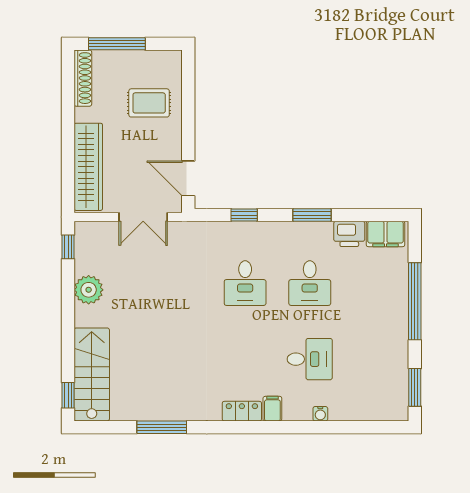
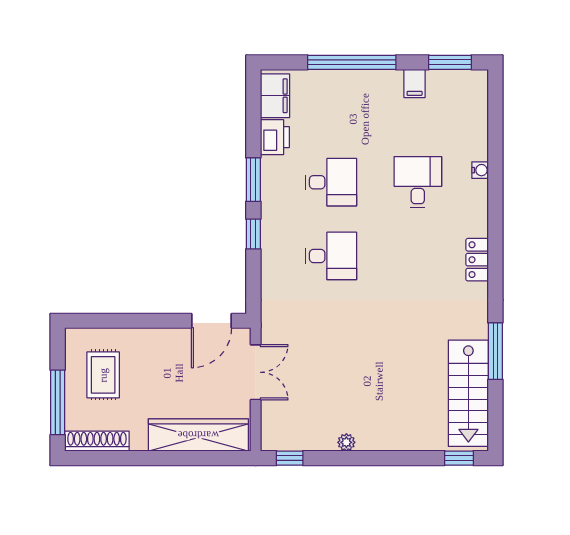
rug: (149, 103) -> (103, 375), moved
window: (244, 215) -> (253, 234), moved
plant: (89, 290) -> (346, 442), width x0.53, depth x0.53
stairs: (92, 374) -> (468, 393), moved, turned -90
filing cabinet: (272, 409) -> (415, 83), moved, turned -90

